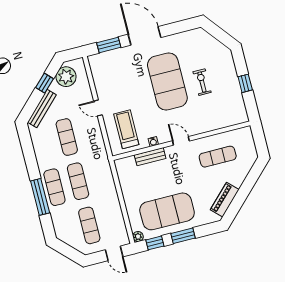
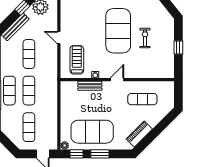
door: (181, 141) -> (117, 80), hinge flipped

